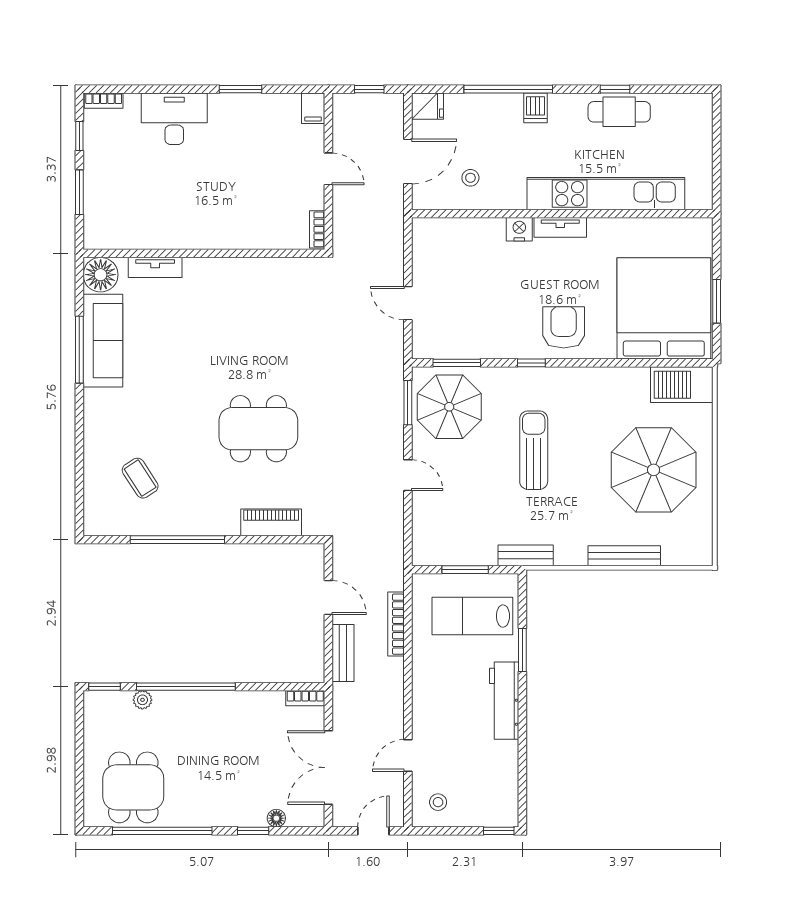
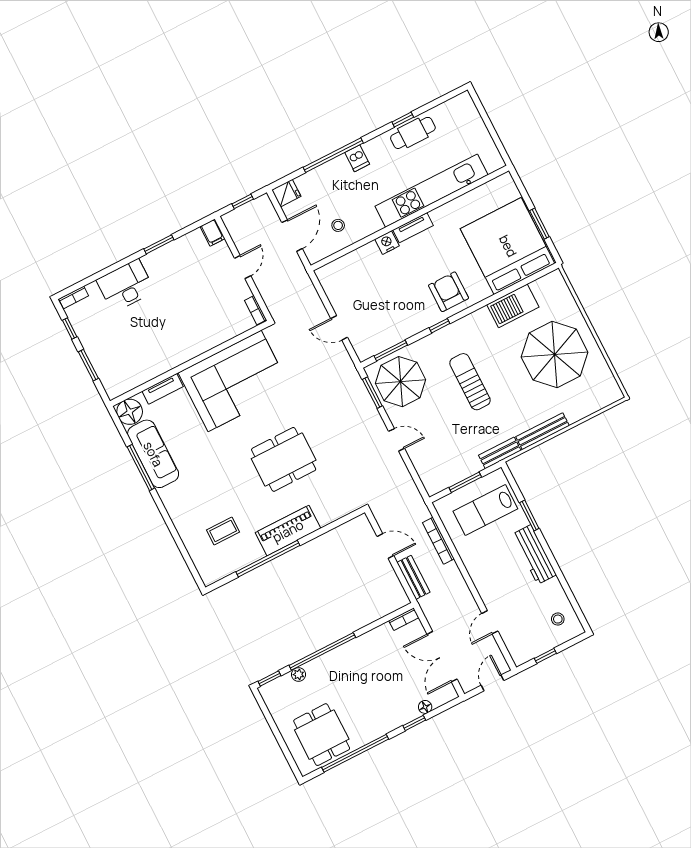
door: (328, 169) -> (243, 267), hinge flipped
corner sofa: (248, 303) -> (235, 381), added
barbecue: (682, 385) -> (513, 306), moved
coffee table: (140, 478) -> (223, 531), turned -57
piano: (271, 522) -> (288, 531), moved, width x1.37, depth x1.33
bench: (624, 556) -> (543, 431), moved
stool: (438, 802) -> (558, 619), moved
window: (499, 831) -> (545, 656), moved

